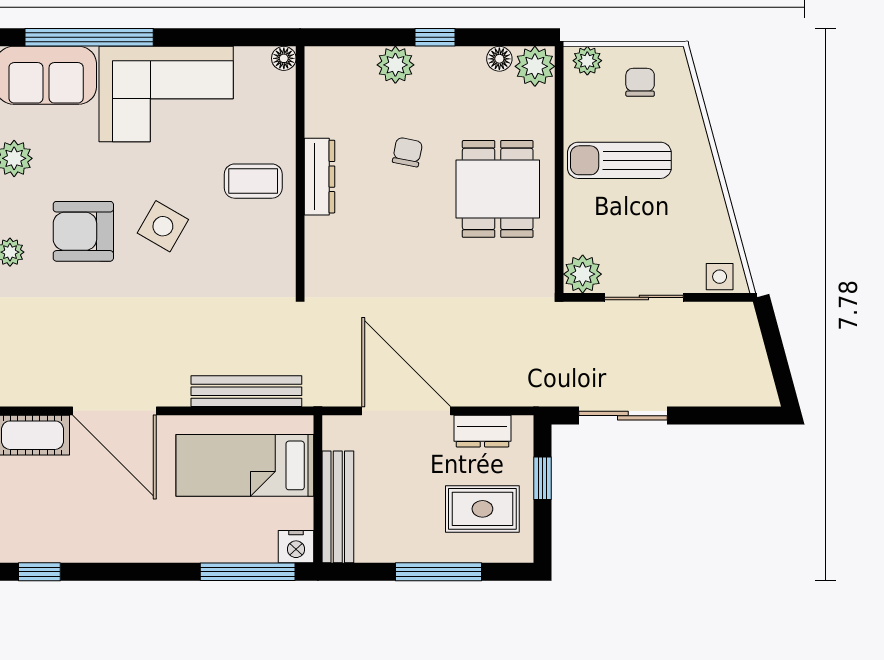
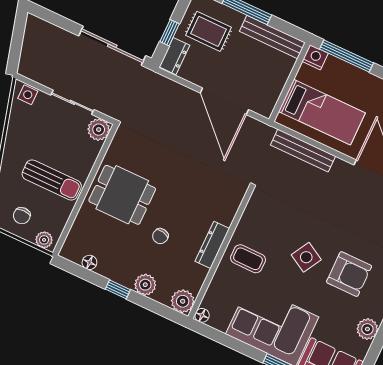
plant: (535, 66) -> (183, 301), moved
dining table: (498, 189) -> (122, 195), turned 90
sliding door: (623, 416) -> (112, 46), width x1.37
dresser: (482, 431) -> (174, 56), moved, turned 90
bench: (338, 507) -> (272, 37), moved, turned 90

